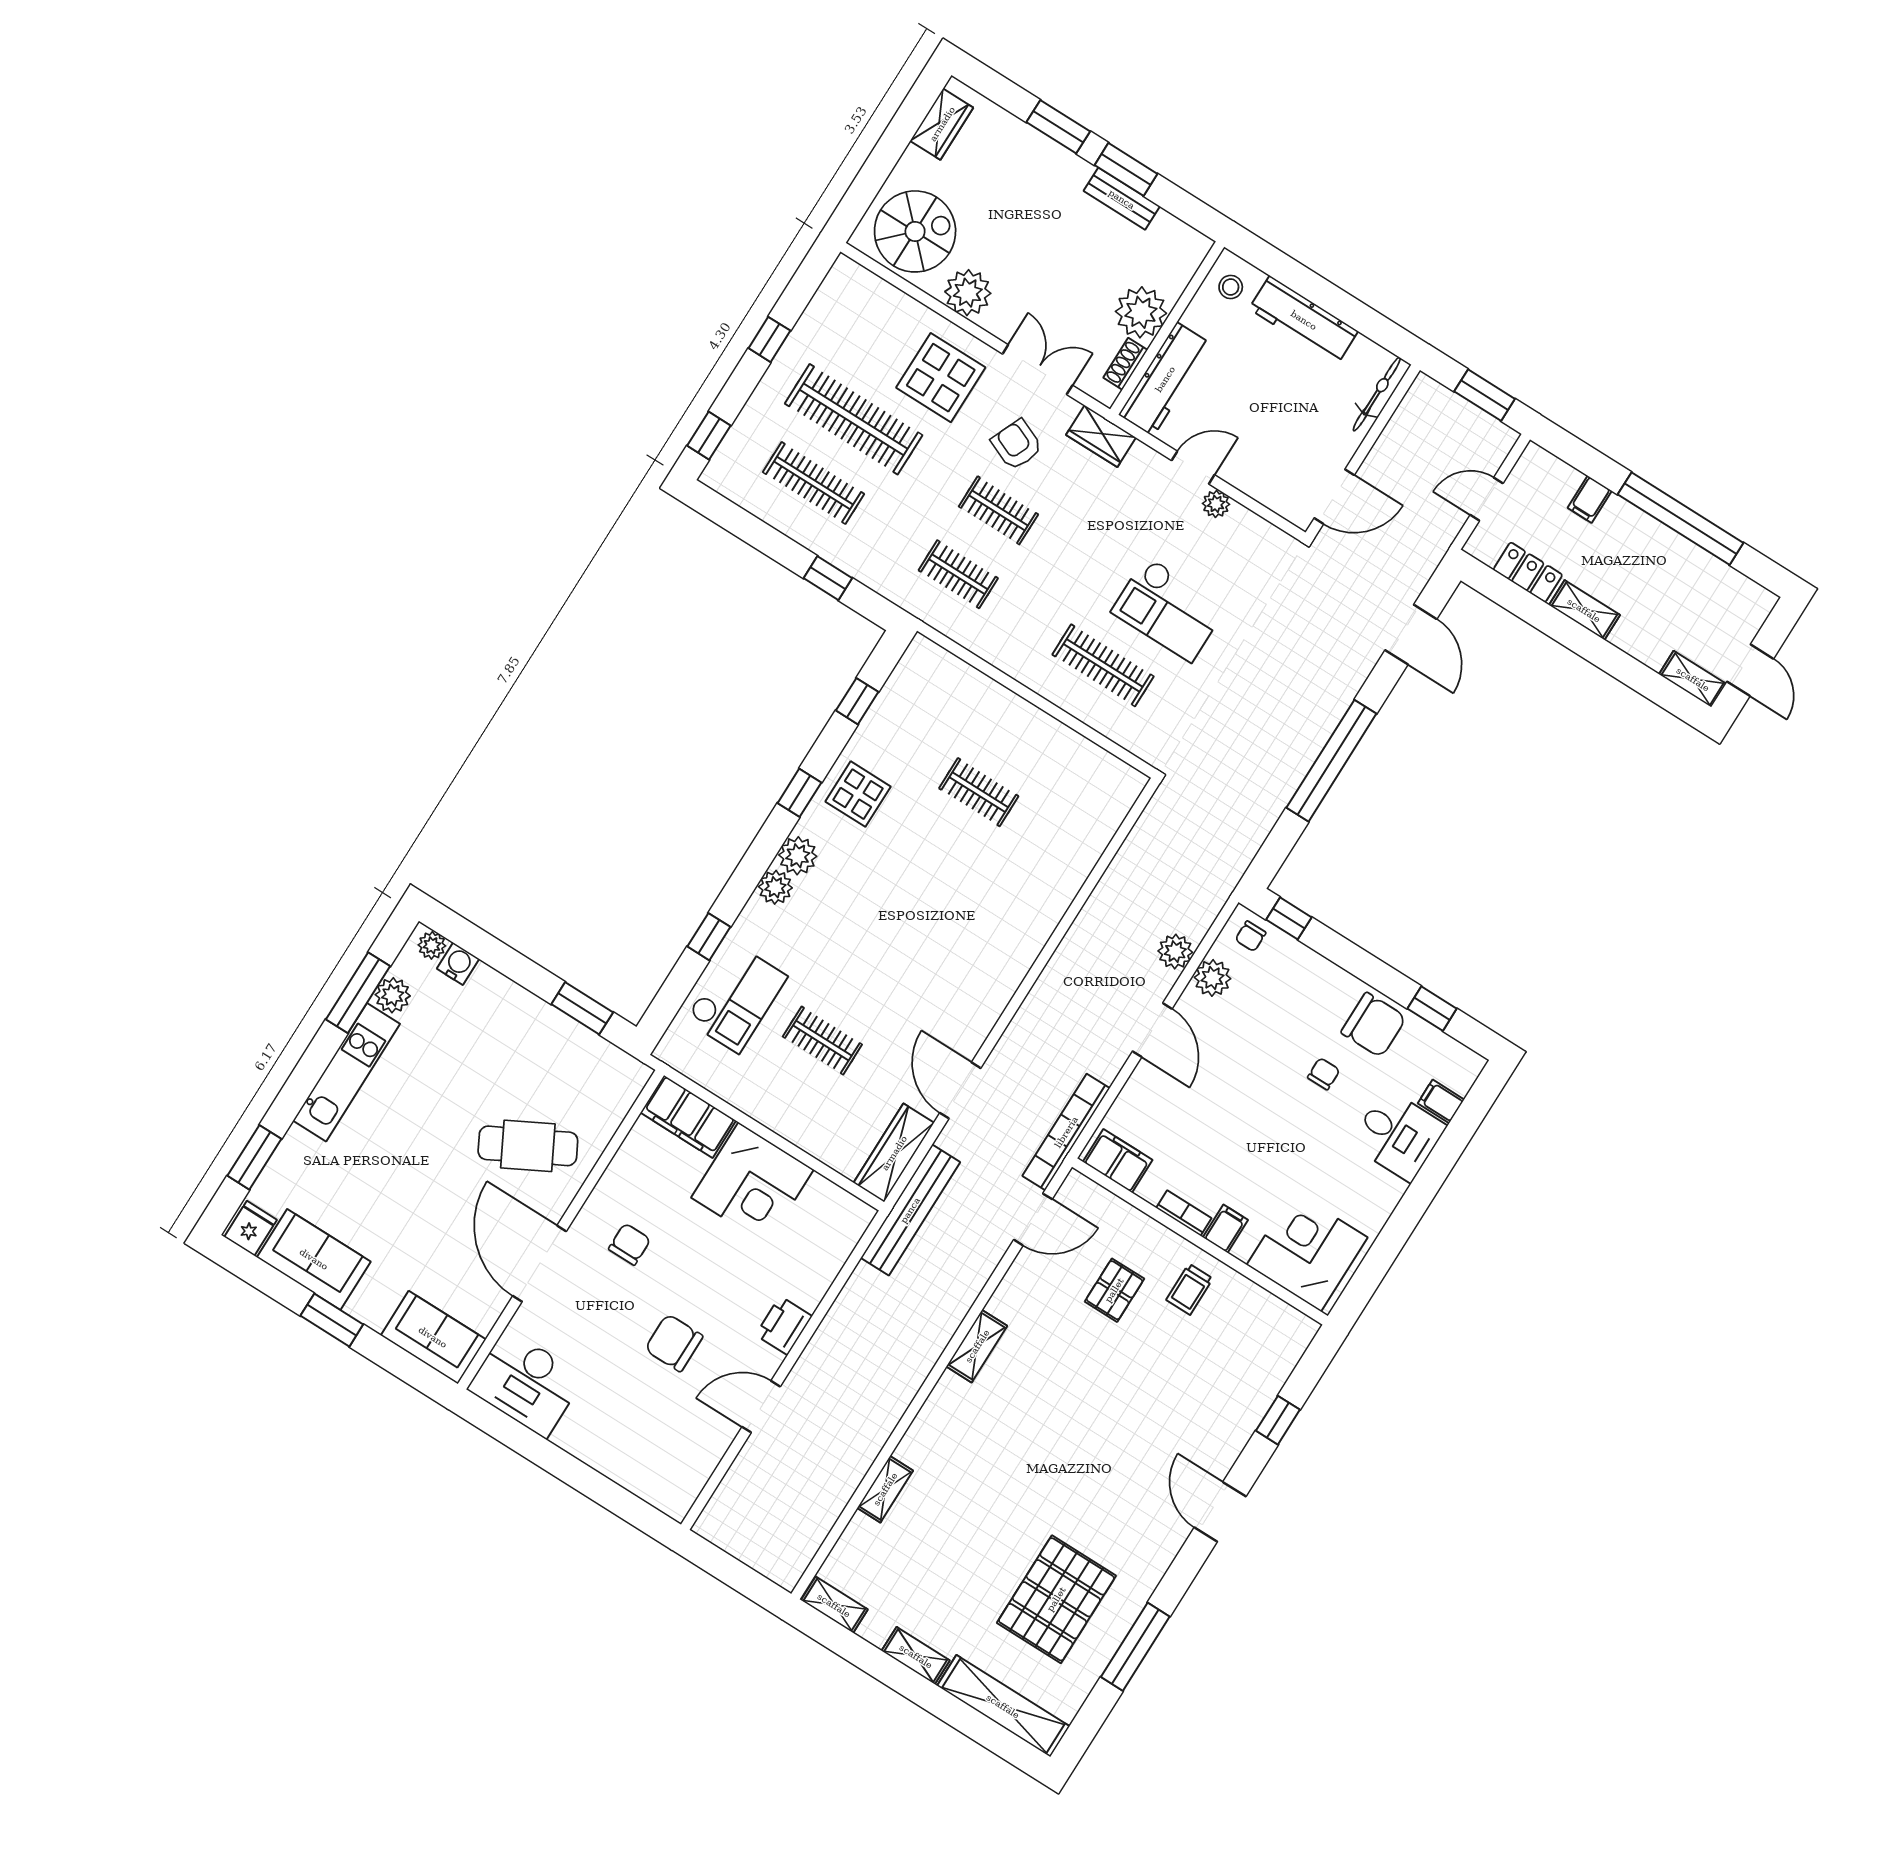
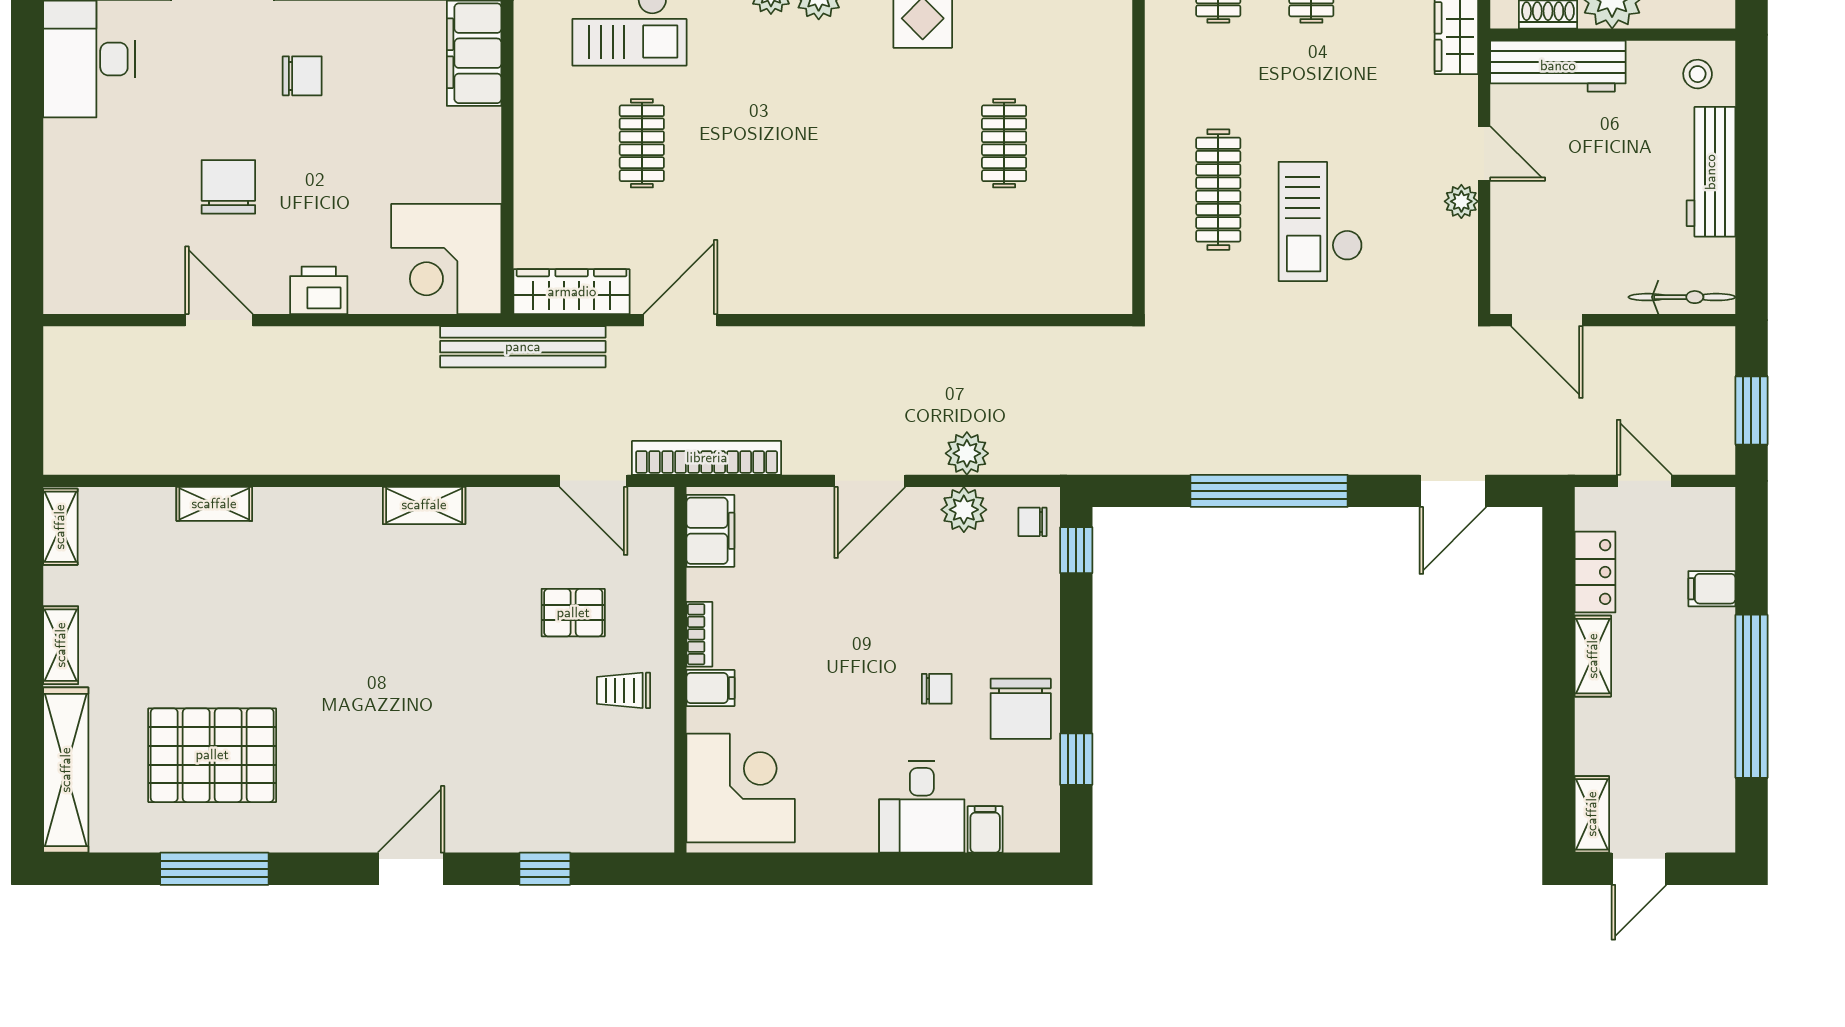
corner desk: (752, 1184) -> (446, 259), moved

